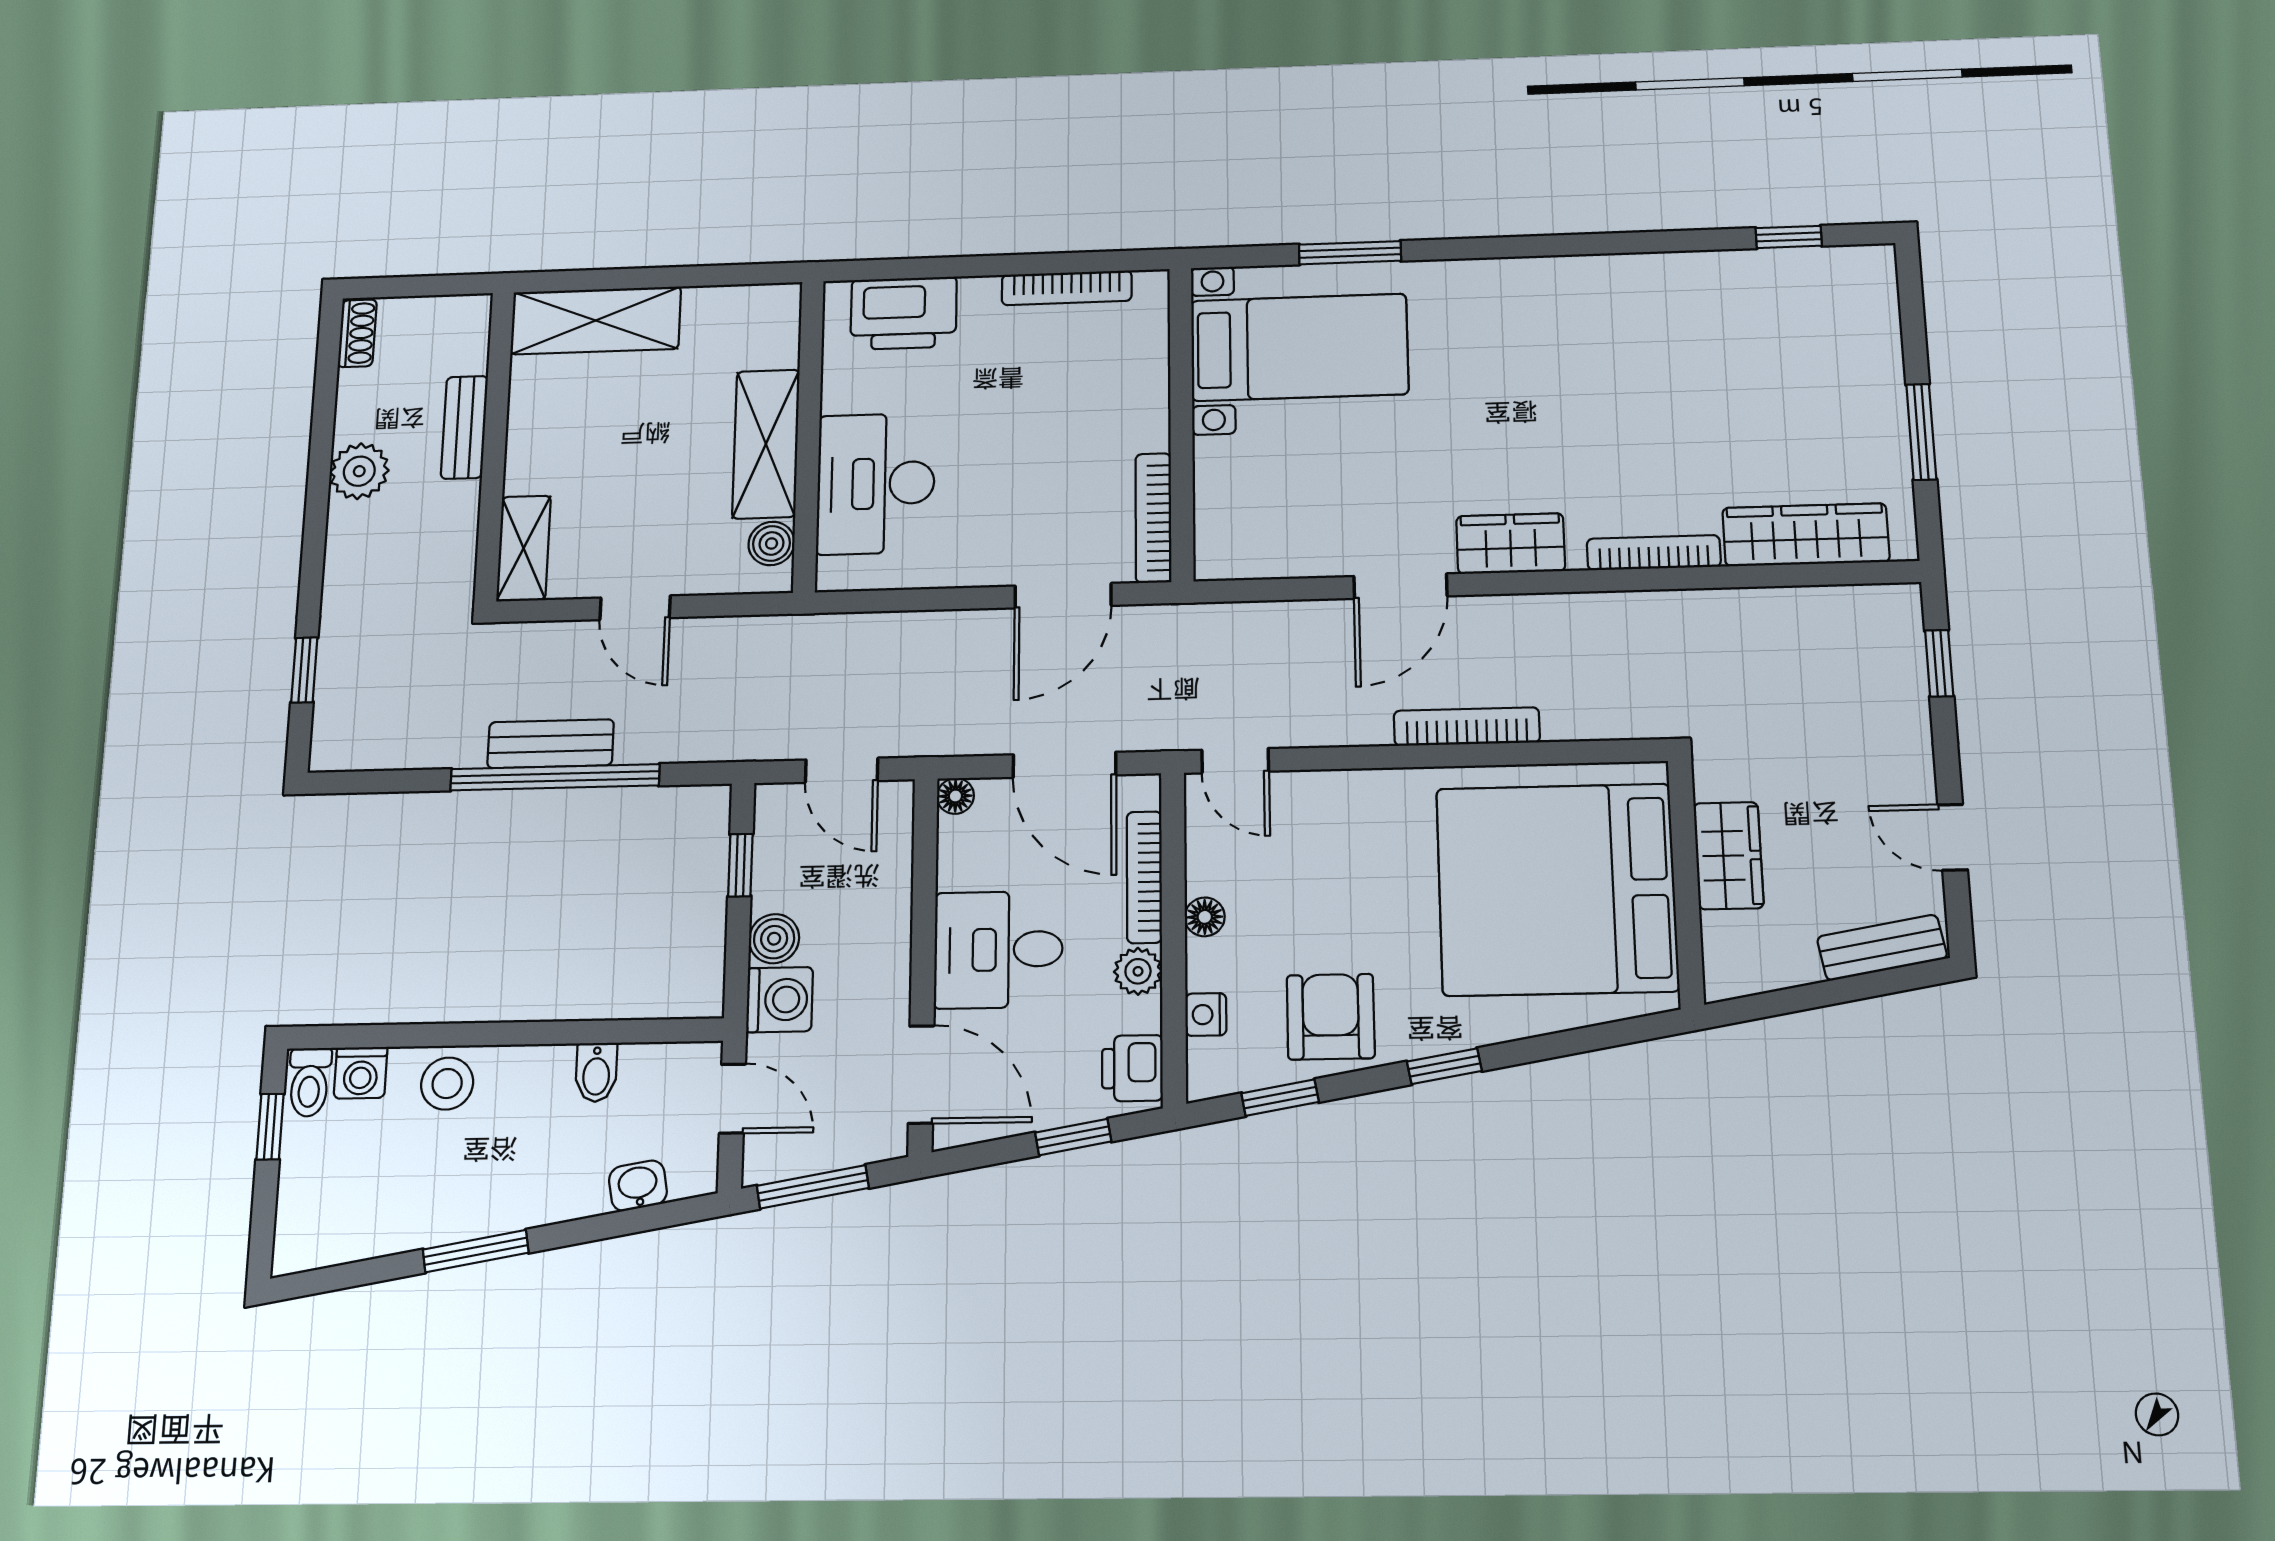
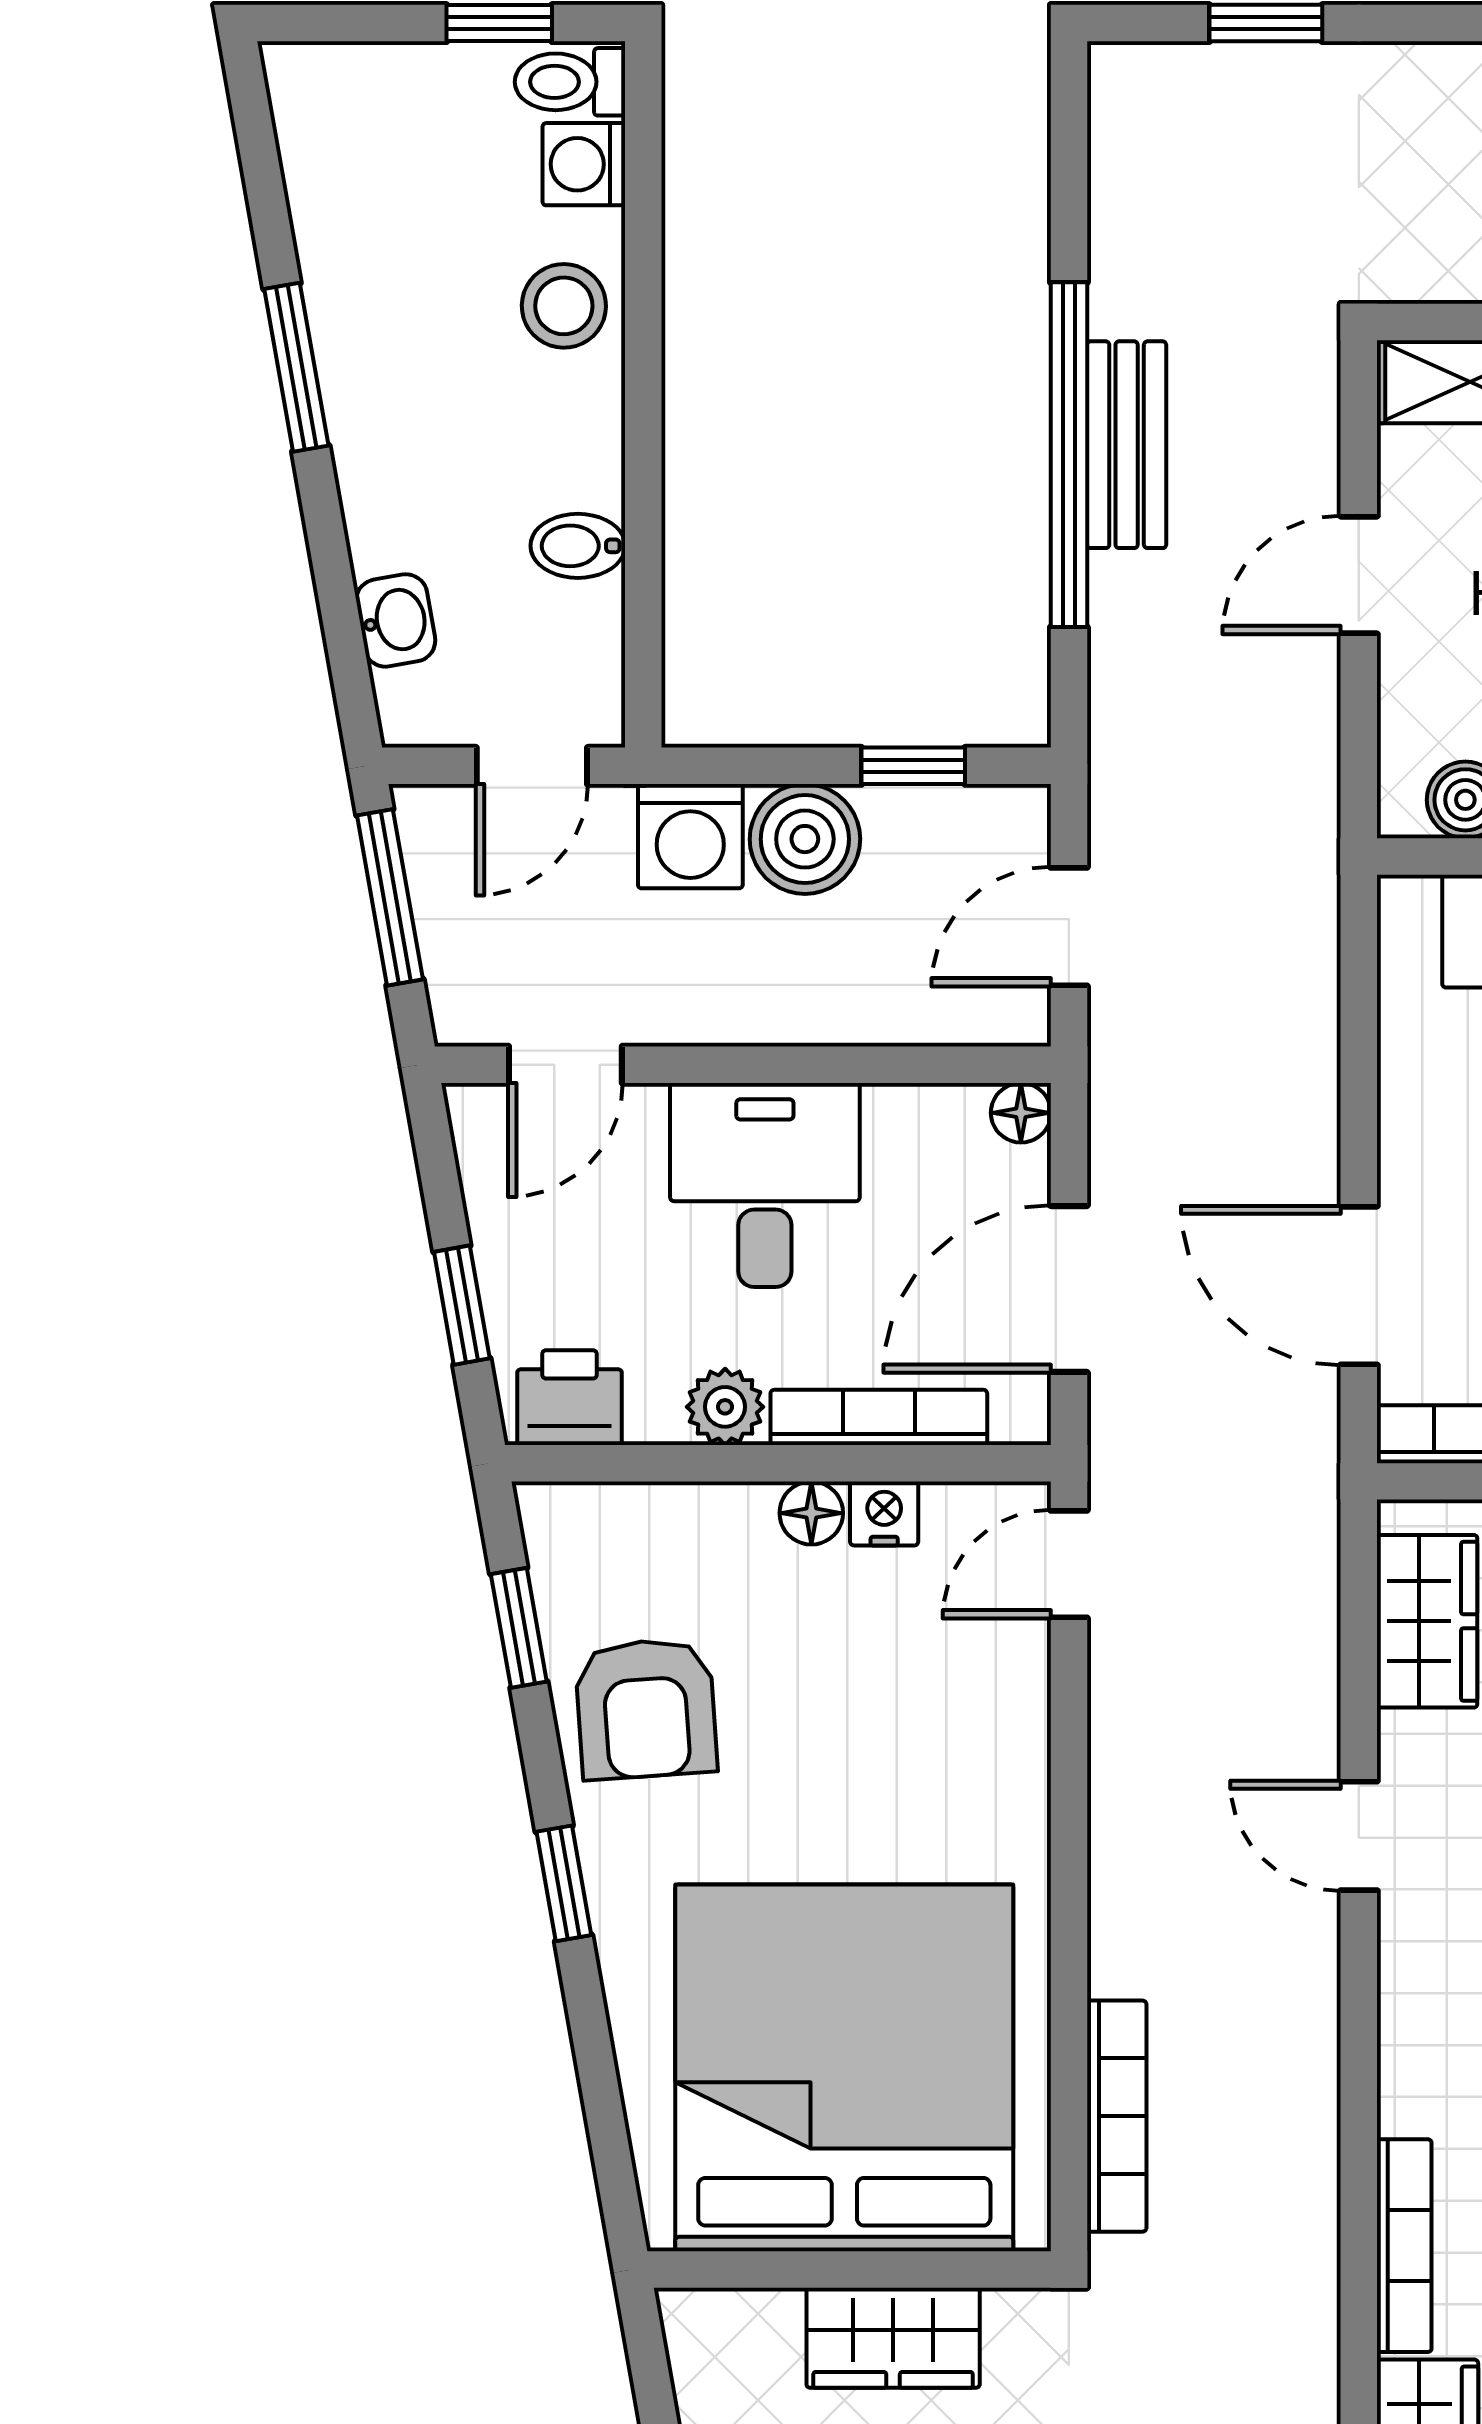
wardrobe: (1511, 544) -> (1427, 1621), moved
door: (1400, 586) -> (1359, 1836), width x0.73
bookcase: (1467, 727) -> (1117, 2116), moved
boiler: (774, 939) -> (805, 839), width x1.36, depth x1.36
nightstand: (1206, 1015) -> (884, 1513), moved
armchair: (1331, 1017) -> (646, 1709), turned 86
door: (921, 1074) -> (565, 1065), width x0.73

